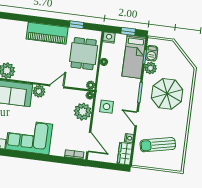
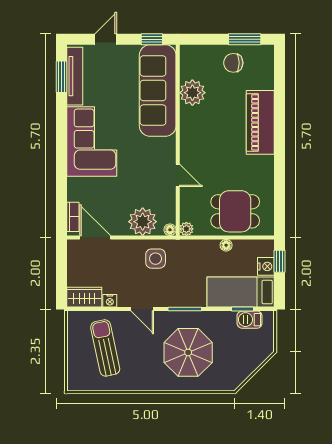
window: (76, 25) -> (280, 194), removed
window: (128, 31) -> (280, 261), moved
piano: (47, 33) -> (260, 122), moved
nightstand: (109, 38) -> (266, 266), moved
plant: (150, 68) -> (226, 321), removed
plant: (39, 91) -> (166, 148), removed
door: (137, 119) -> (142, 309), swing flipped
door: (89, 142) -> (95, 238), swing flipped

